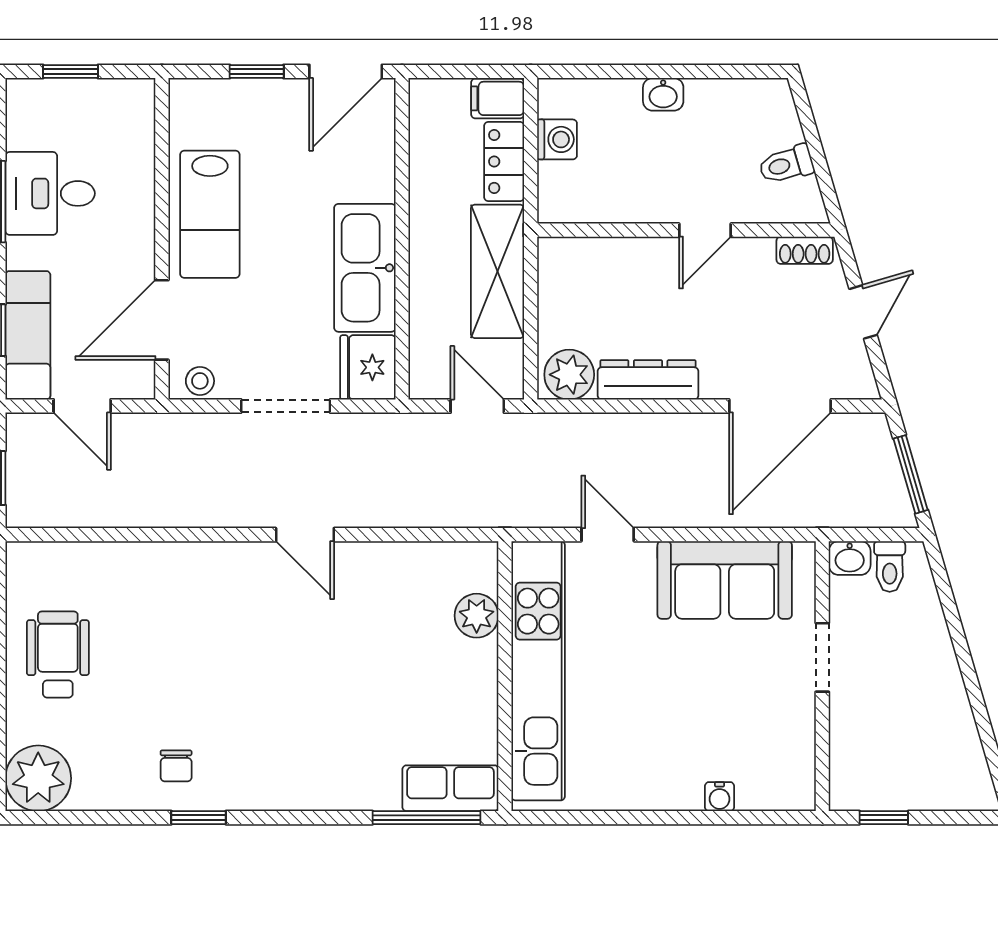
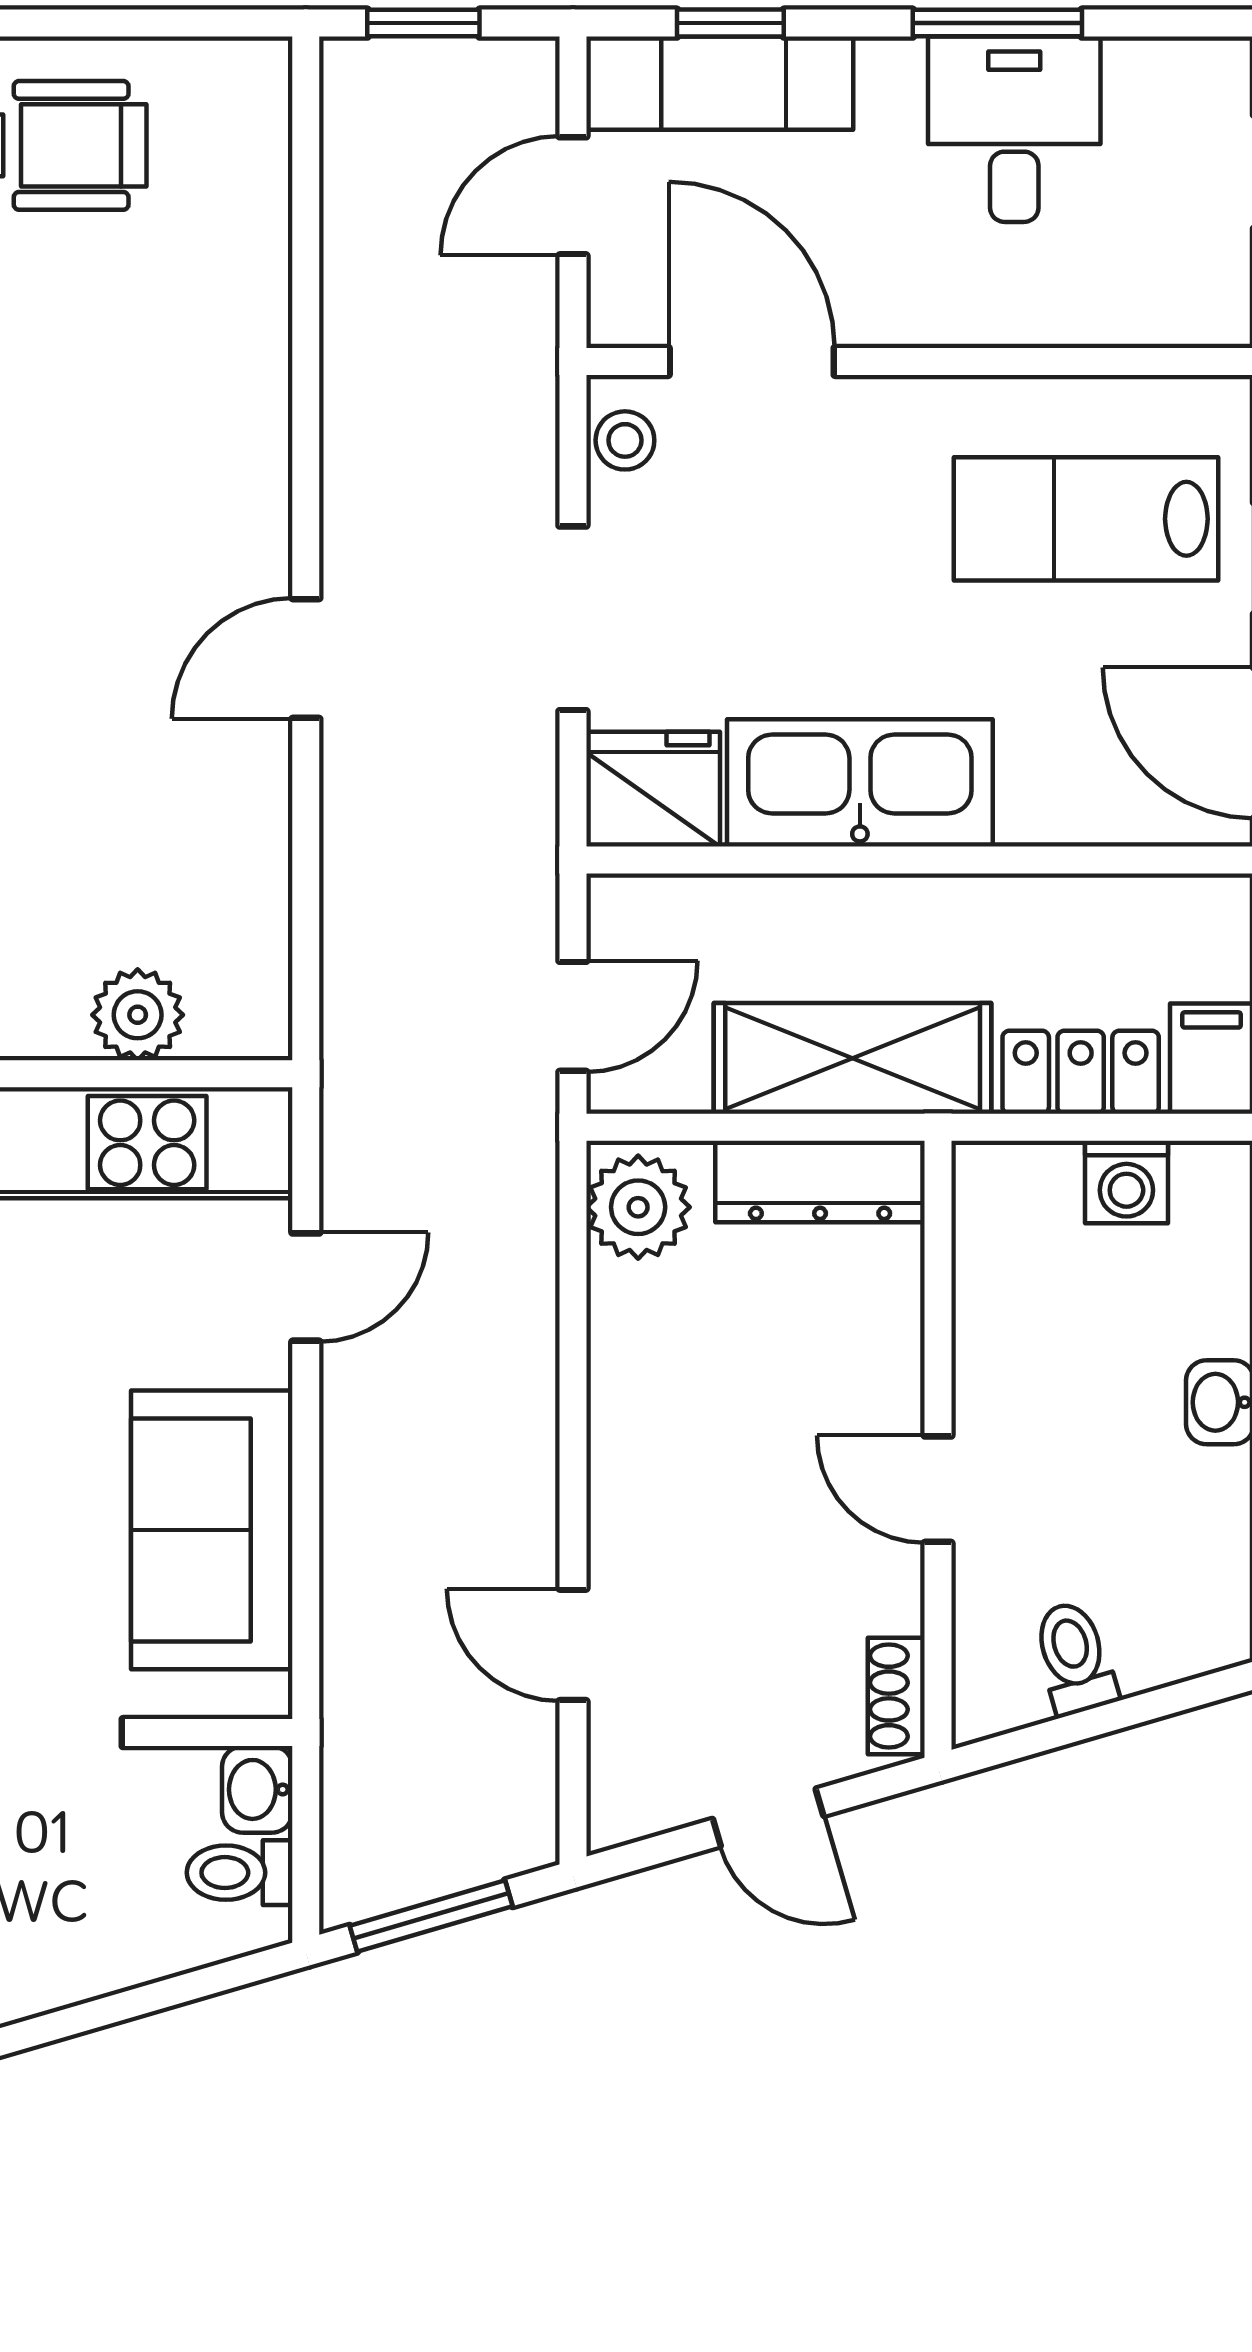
lab bench: (210, 214) -> (1086, 519), moved
dresser: (648, 380) -> (820, 1181), moved, turned 90
door: (780, 406) -> (573, 1645), width x0.53

